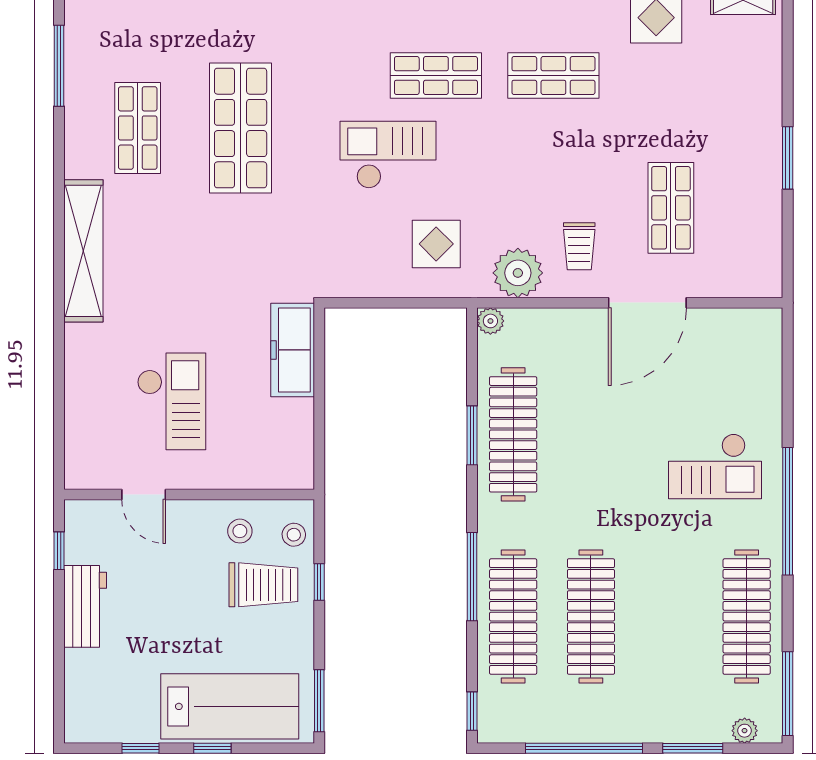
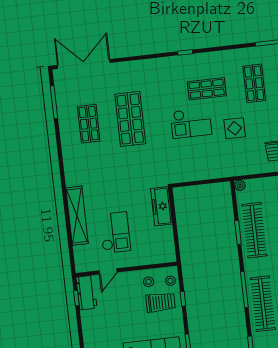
shop shelf: (553, 76) -> (254, 83), turned 90
checkout: (388, 155) -> (191, 123), turned 180
display table: (436, 244) -> (235, 128), moved
shelving: (83, 251) -> (77, 216), moved
plant: (518, 273) -> (249, 165), removed
door: (144, 495) -> (108, 271), hinge flipped
workbench: (85, 606) -> (86, 293), moved

